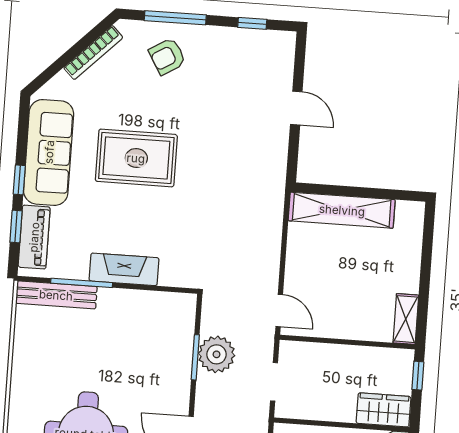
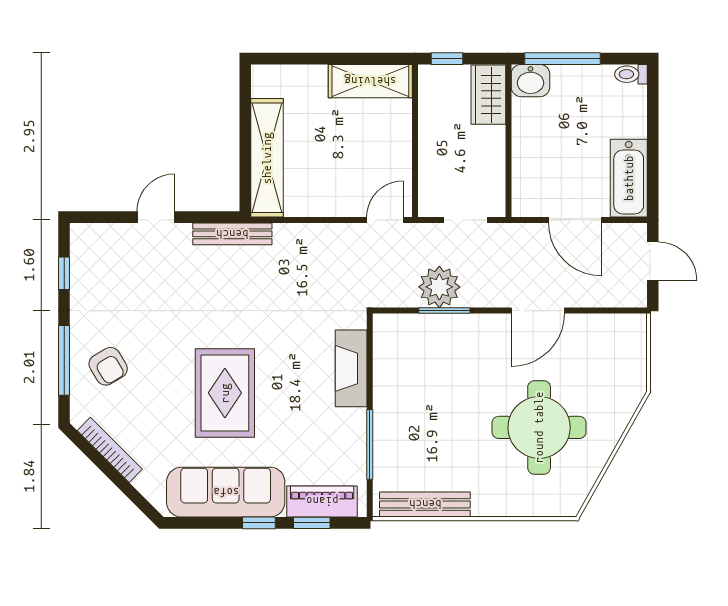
bench: (277, 175) -> (232, 234), added
fireplace: (124, 269) -> (351, 368), moved
bench: (56, 295) -> (425, 504), moved, turned 90
shelving: (406, 319) -> (370, 81), width x1.50, depth x1.33

